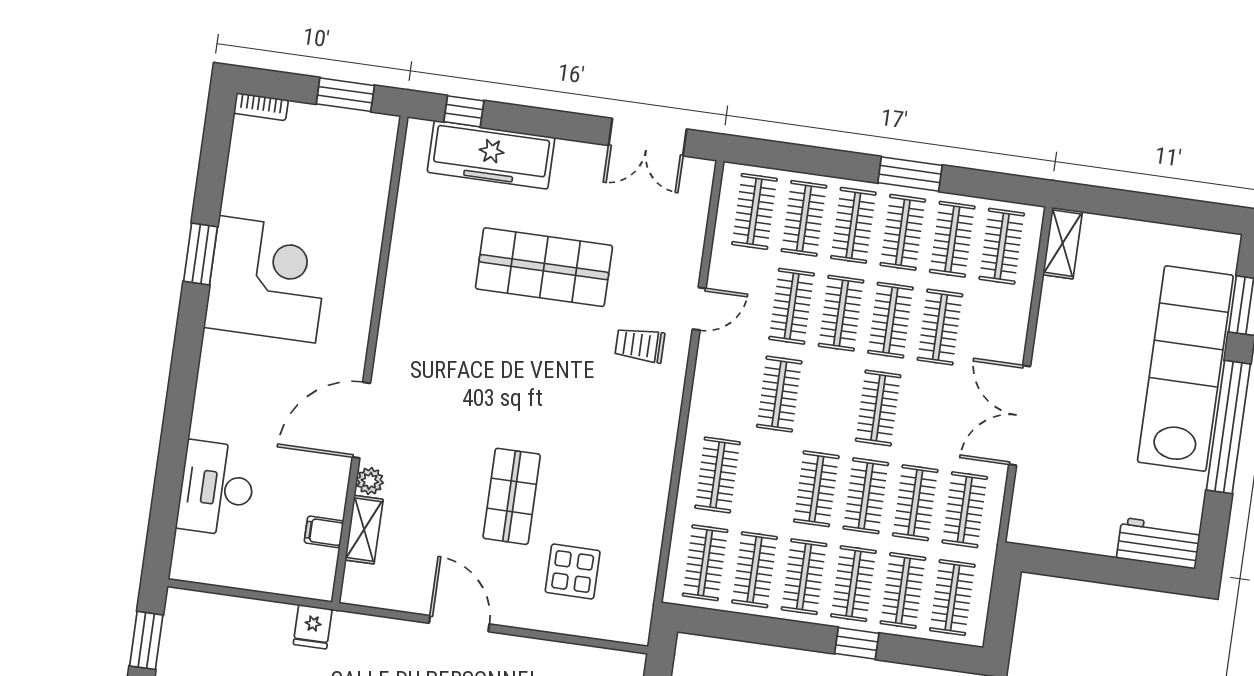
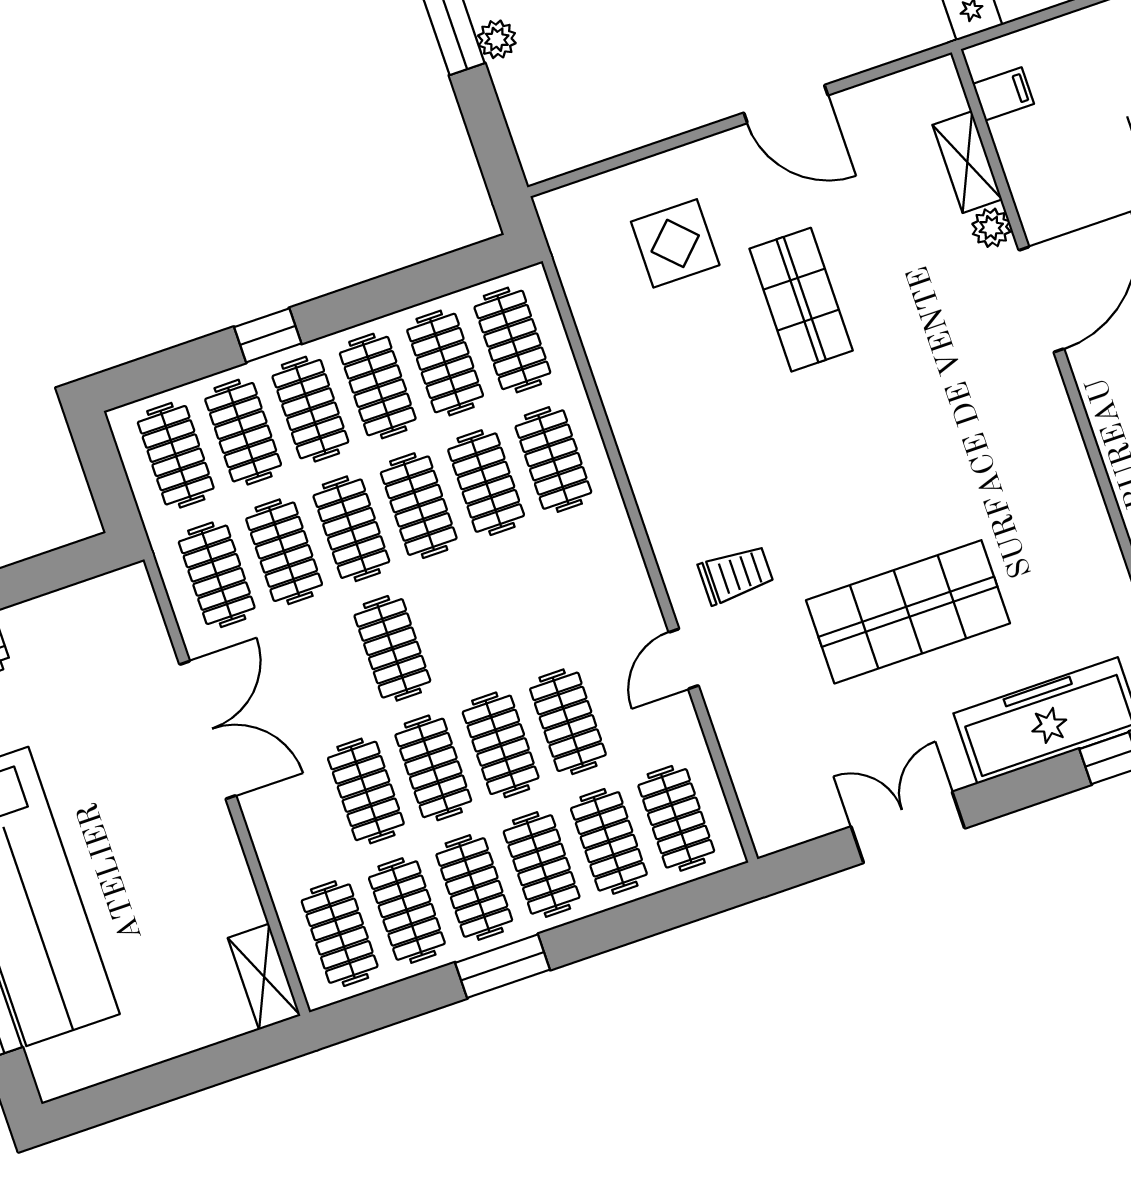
double door: (648, 137) -> (908, 827), moved
clothes rail: (779, 394) -> (486, 483), moved
filing cabinet: (324, 532) -> (1003, 94), moved

